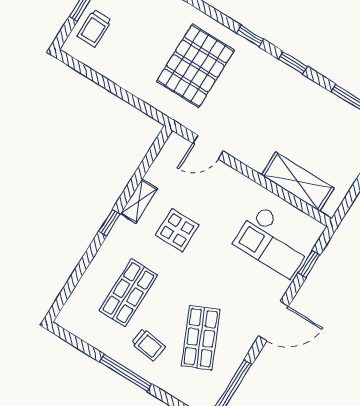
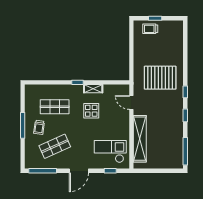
shelving: (298, 181) -> (140, 139), width x1.47
checkout: (274, 242) -> (110, 151), turned 90
door: (273, 321) -> (79, 171), hinge flipped

